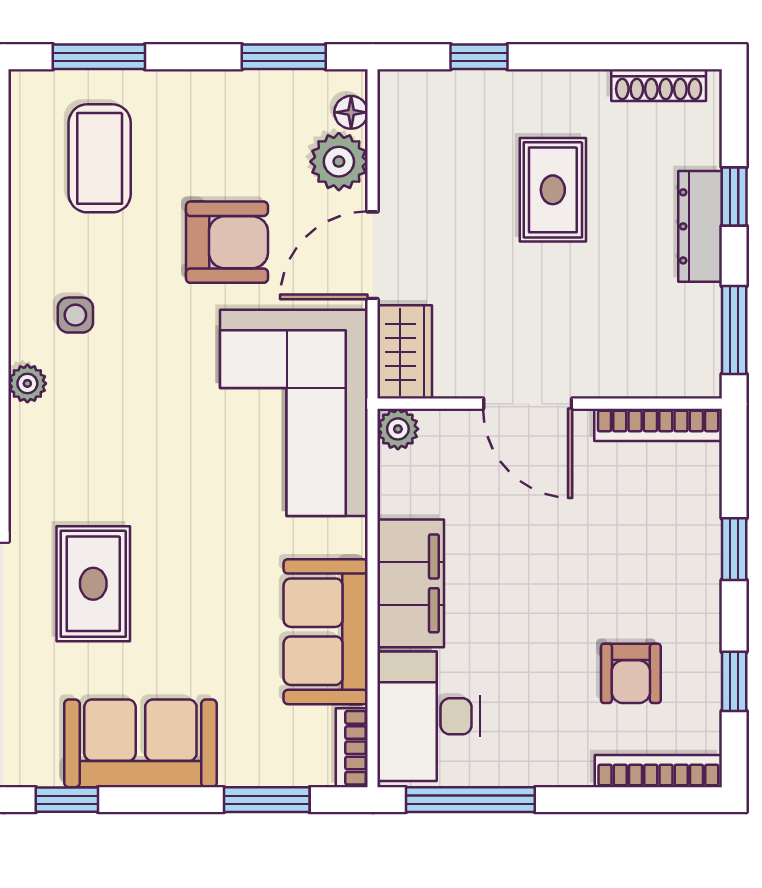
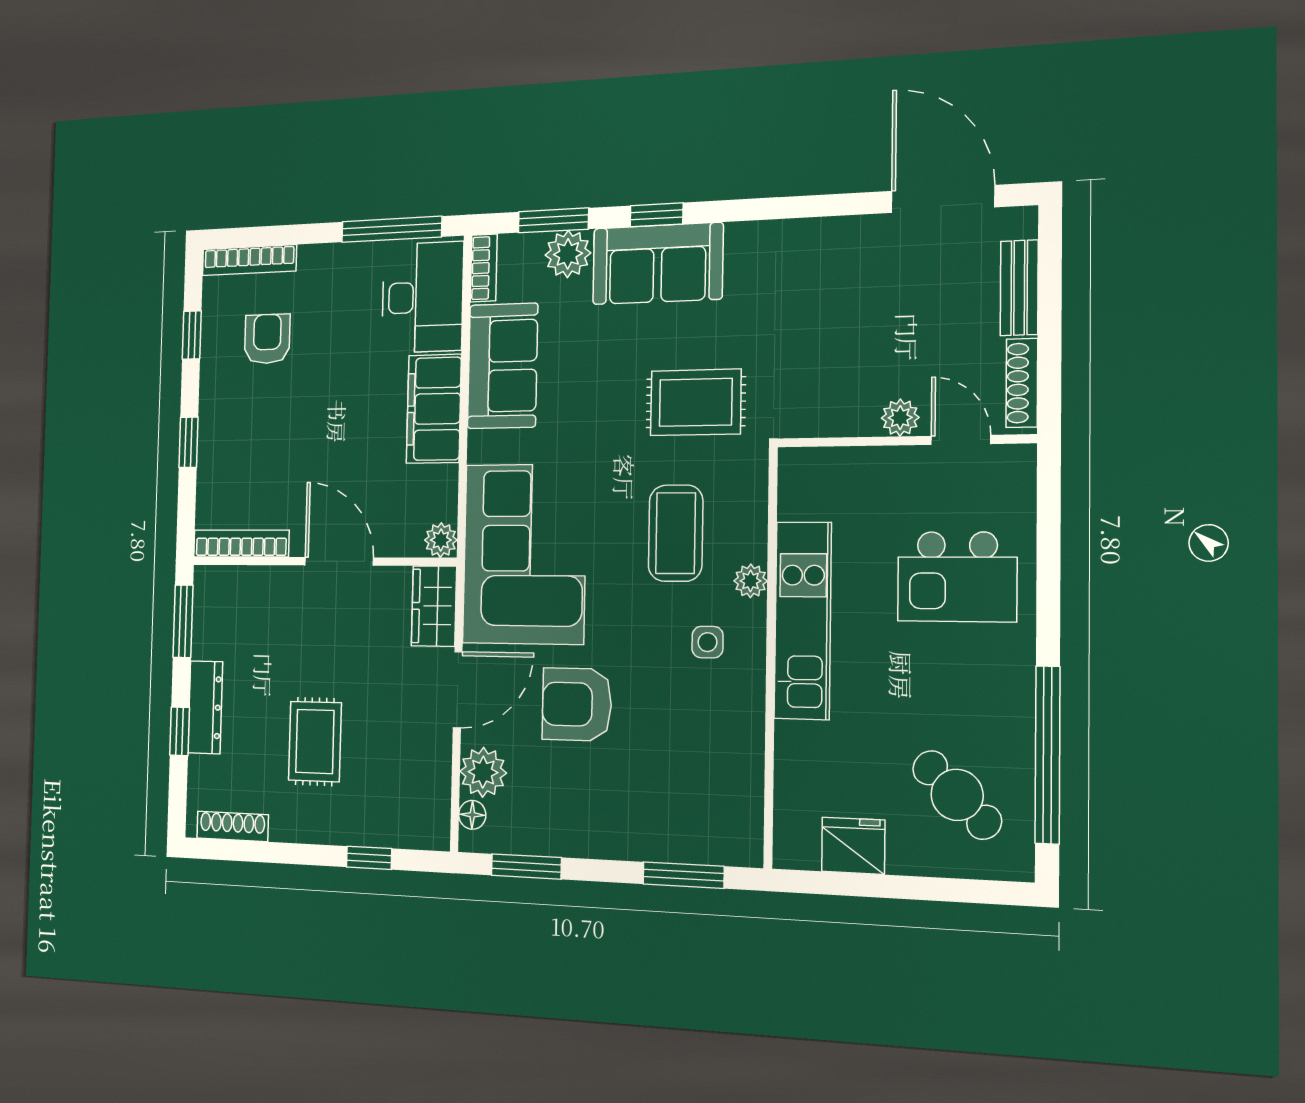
coffee table: (100, 158) -> (676, 533), moved
rug: (93, 584) -> (696, 402), turned 90
plant: (248, 760) -> (568, 254), added
window: (67, 800) -> (657, 215), moved

